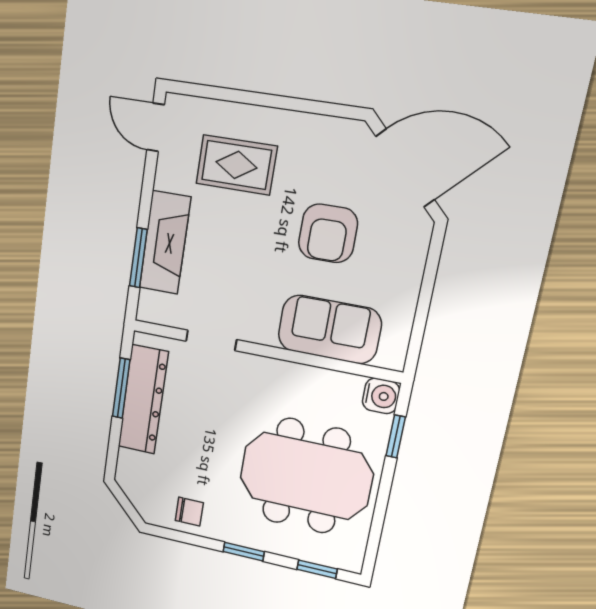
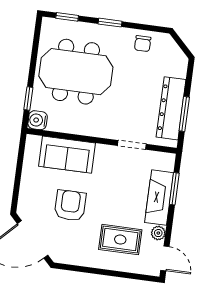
plant: (167, 176) -> (158, 233), added
chair: (189, 512) -> (143, 44), turned -90

